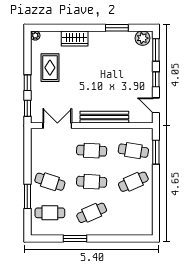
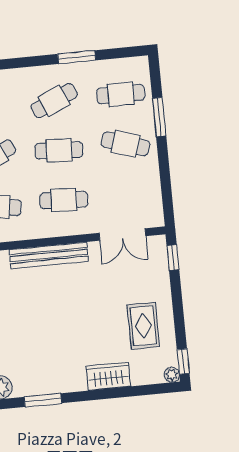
window: (27, 83) -> (183, 361), moved

